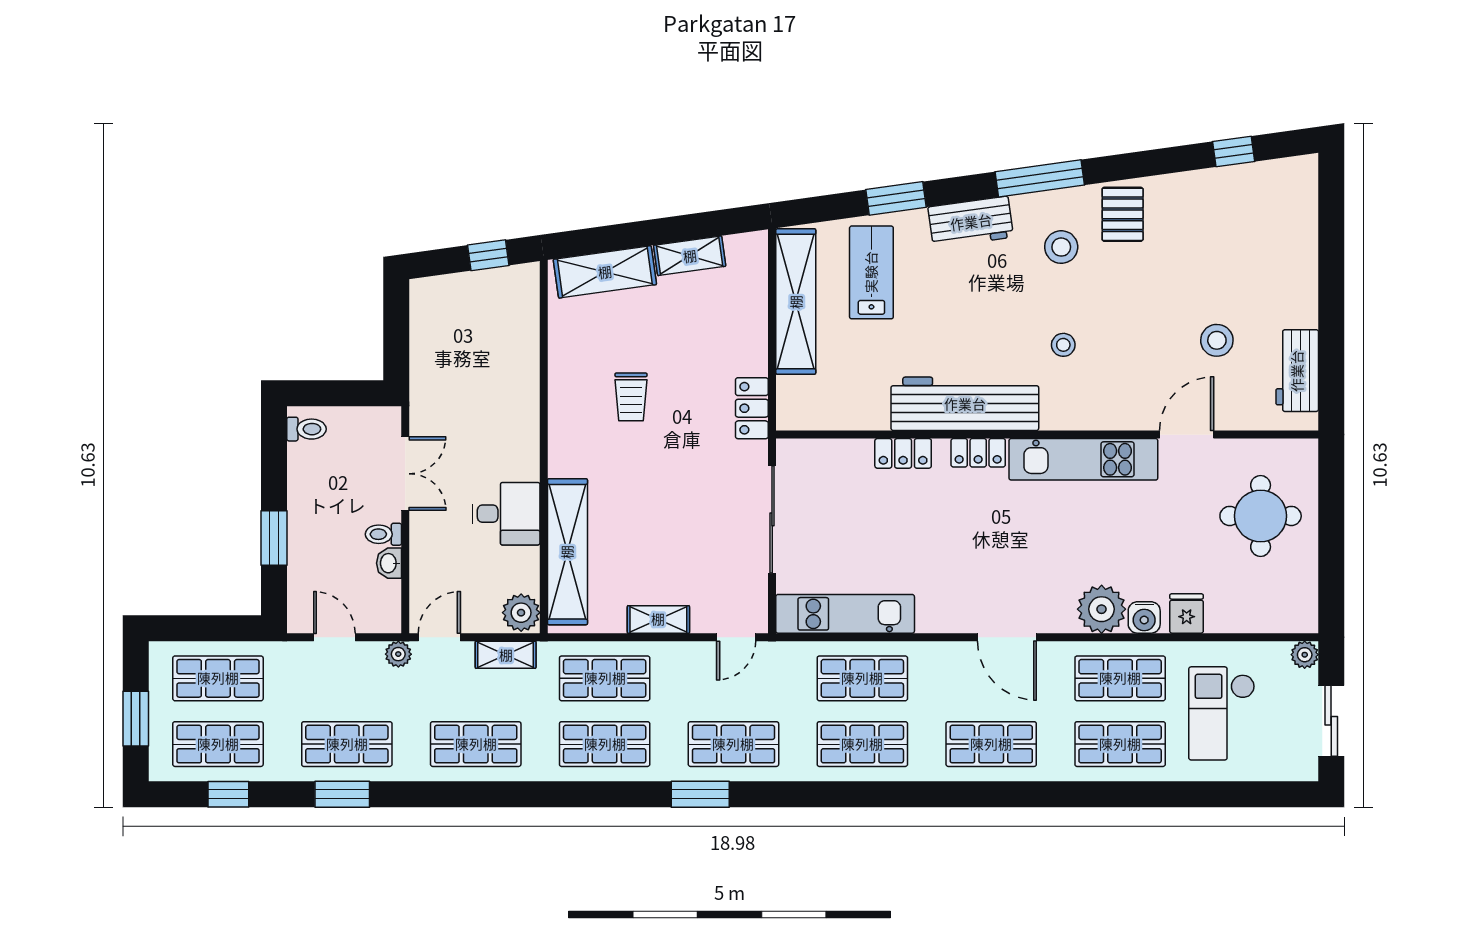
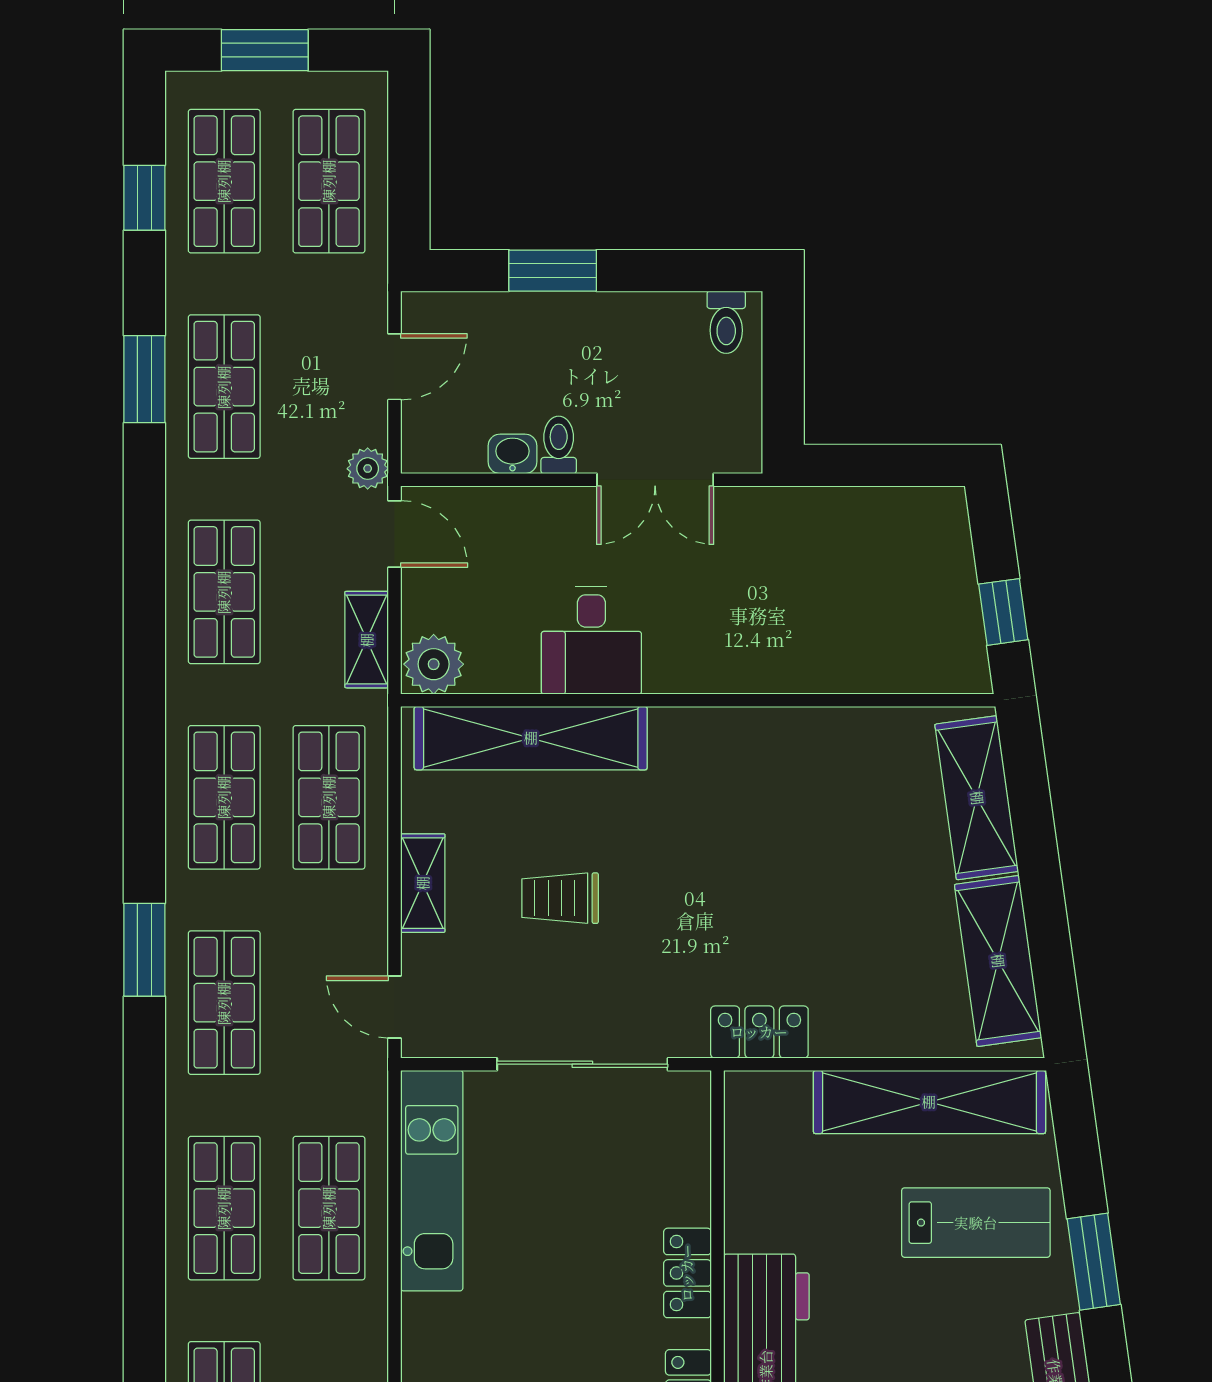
shelving: (690, 256) -> (998, 961), width x1.50, depth x1.33
trolley: (631, 397) -> (560, 898), moved

